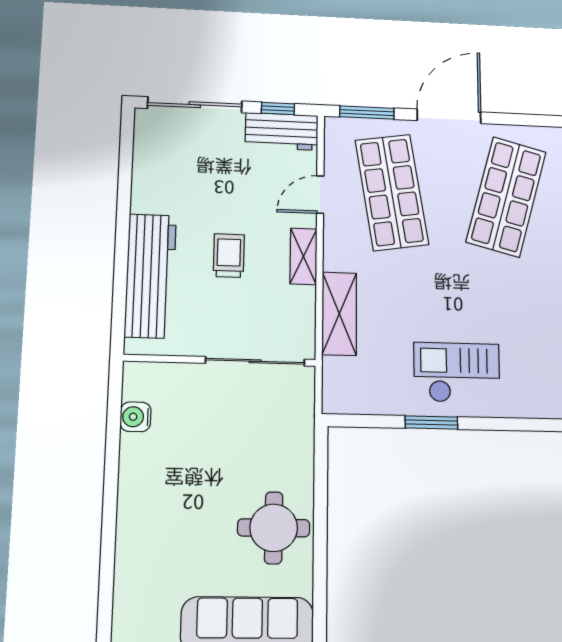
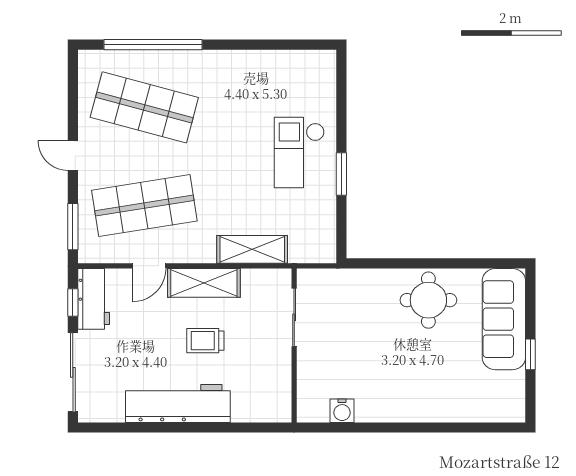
door: (449, 116) -> (73, 156), width x0.53
door: (320, 195) -> (149, 266), hinge flipped
shelving: (303, 256) -> (204, 283), width x1.50, depth x1.33
workbench: (150, 276) -> (178, 403), moved
sliding door: (255, 361) -> (294, 317), width x0.73

